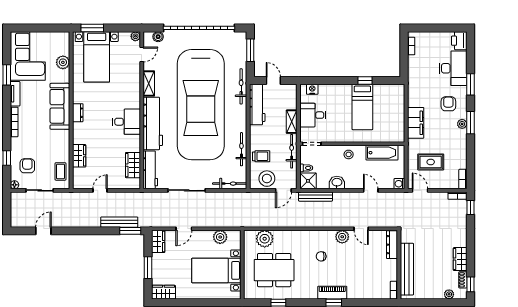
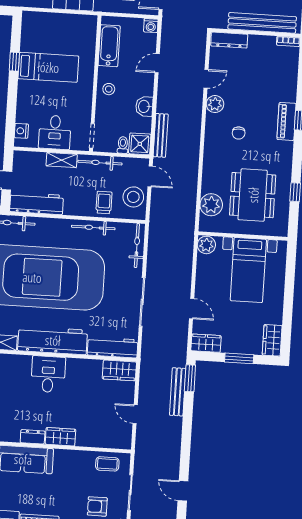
wardrobe: (79, 156) -> (60, 437), moved
wardrobe: (133, 165) -> (119, 370), moved
plant: (220, 237) -> (206, 245), moved

